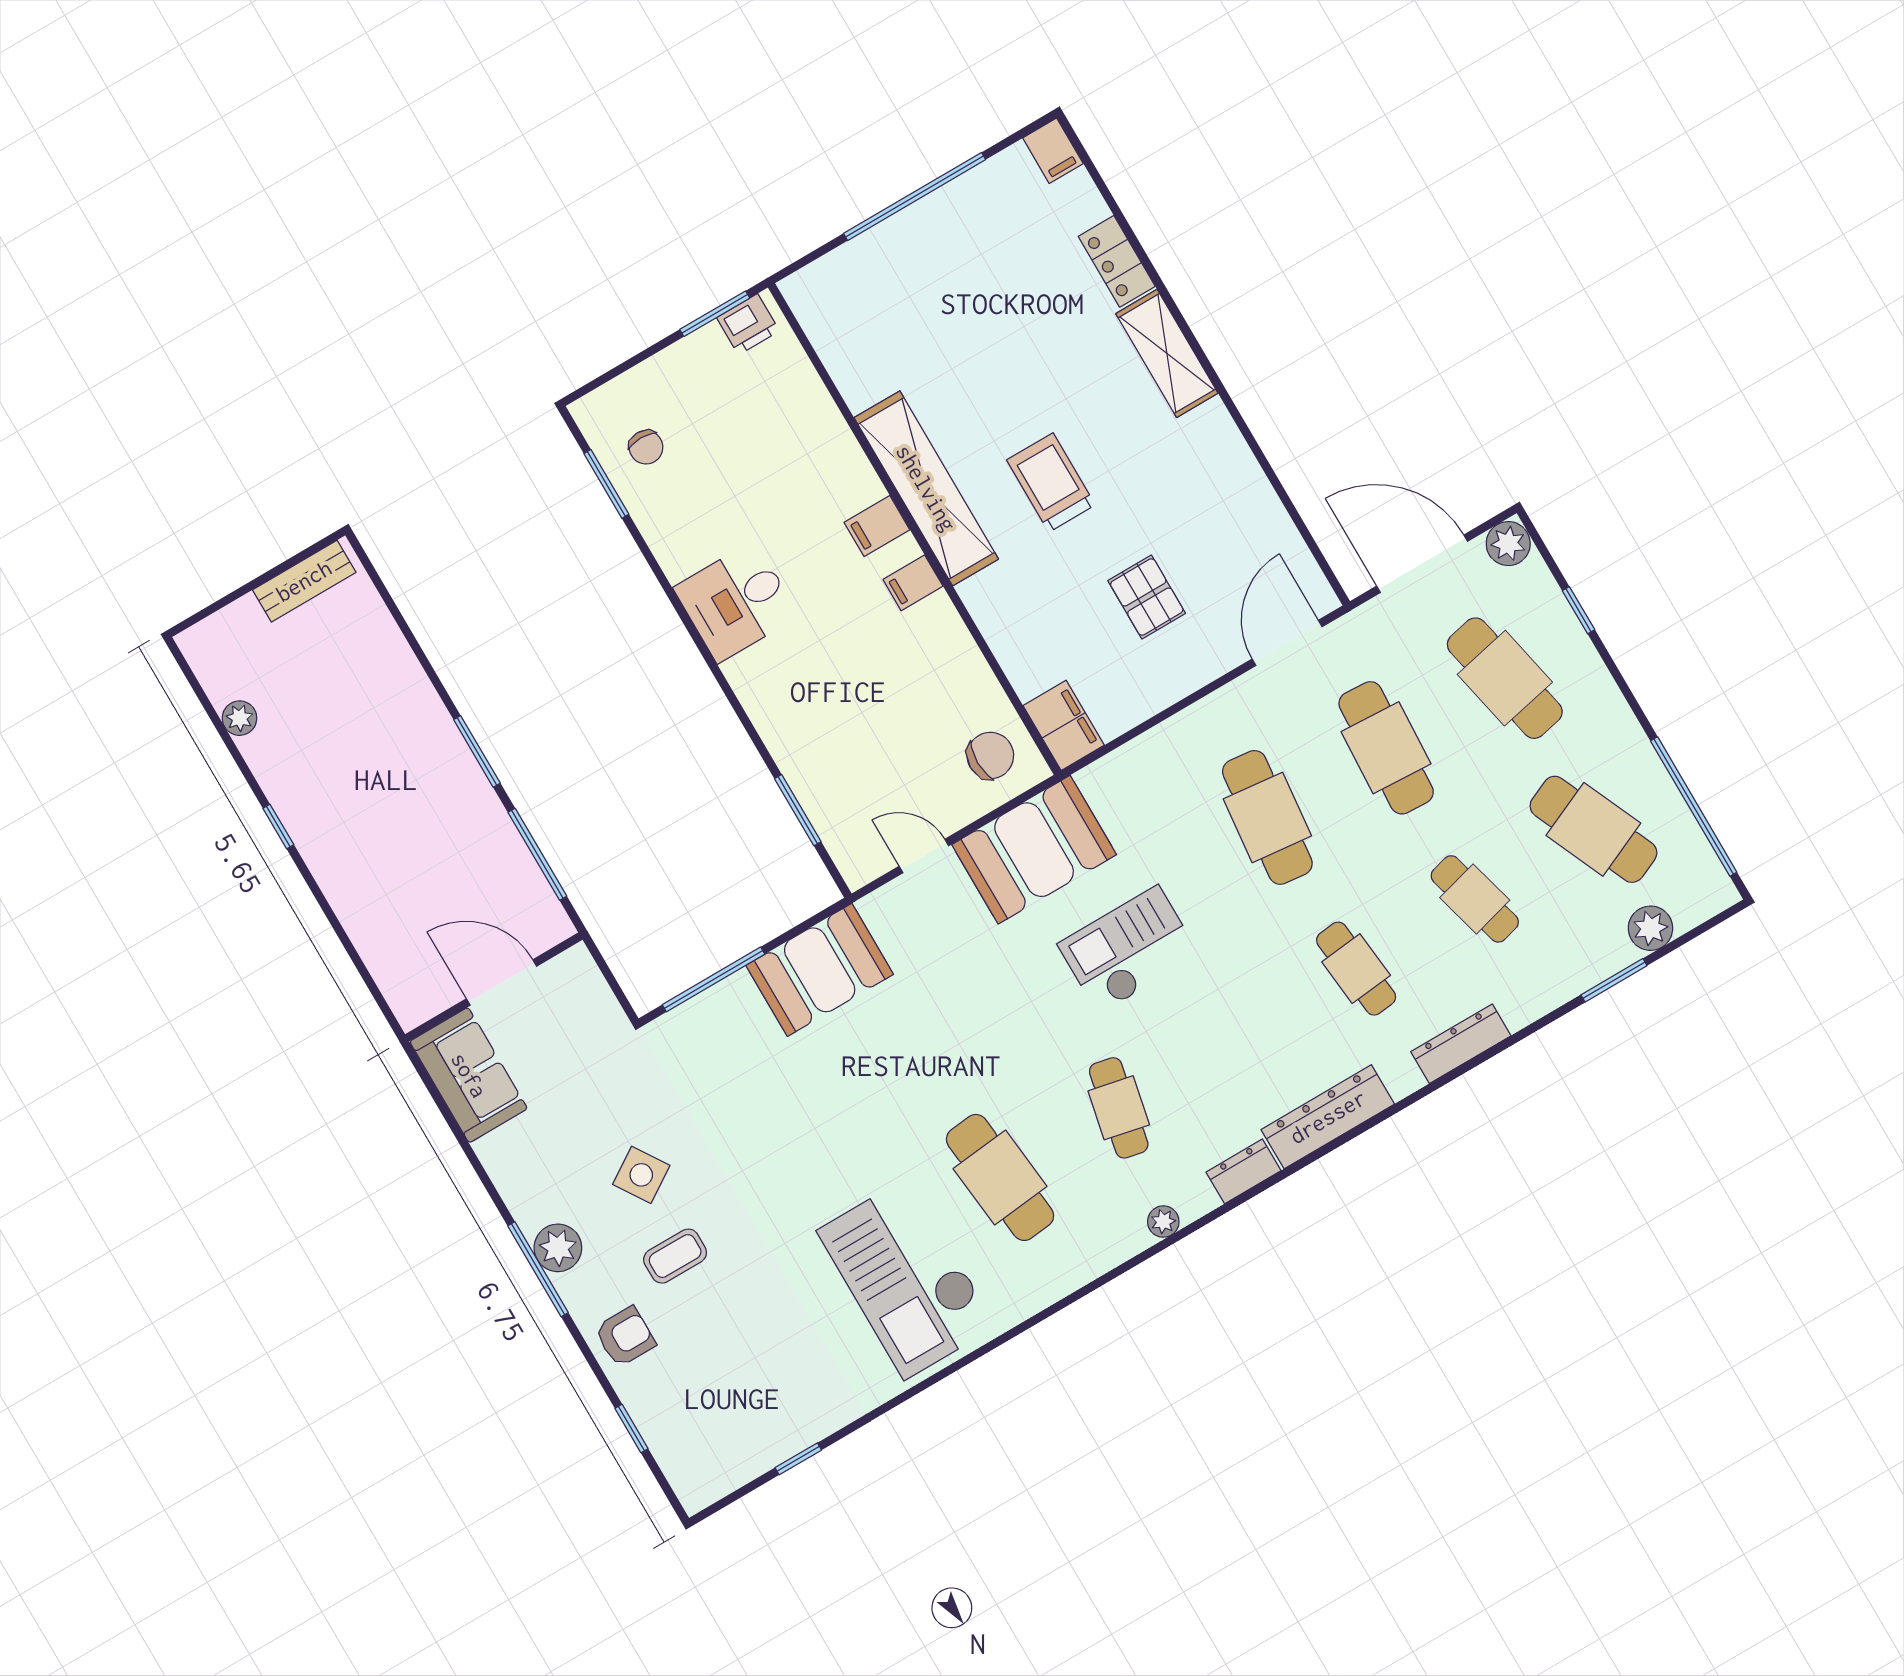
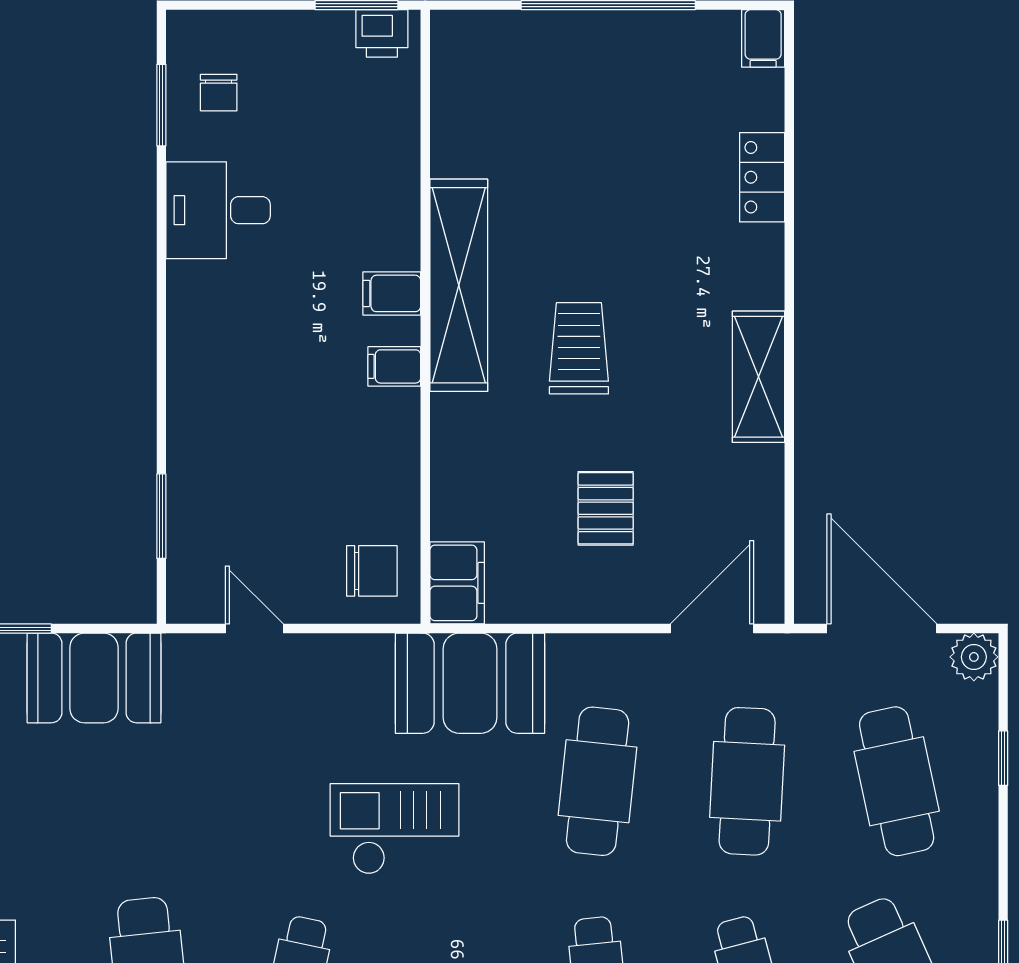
shelving: (1167, 353) -> (758, 377), moved
desk: (736, 602) -> (218, 210), moved
booth: (1034, 850) -> (470, 683), moved

